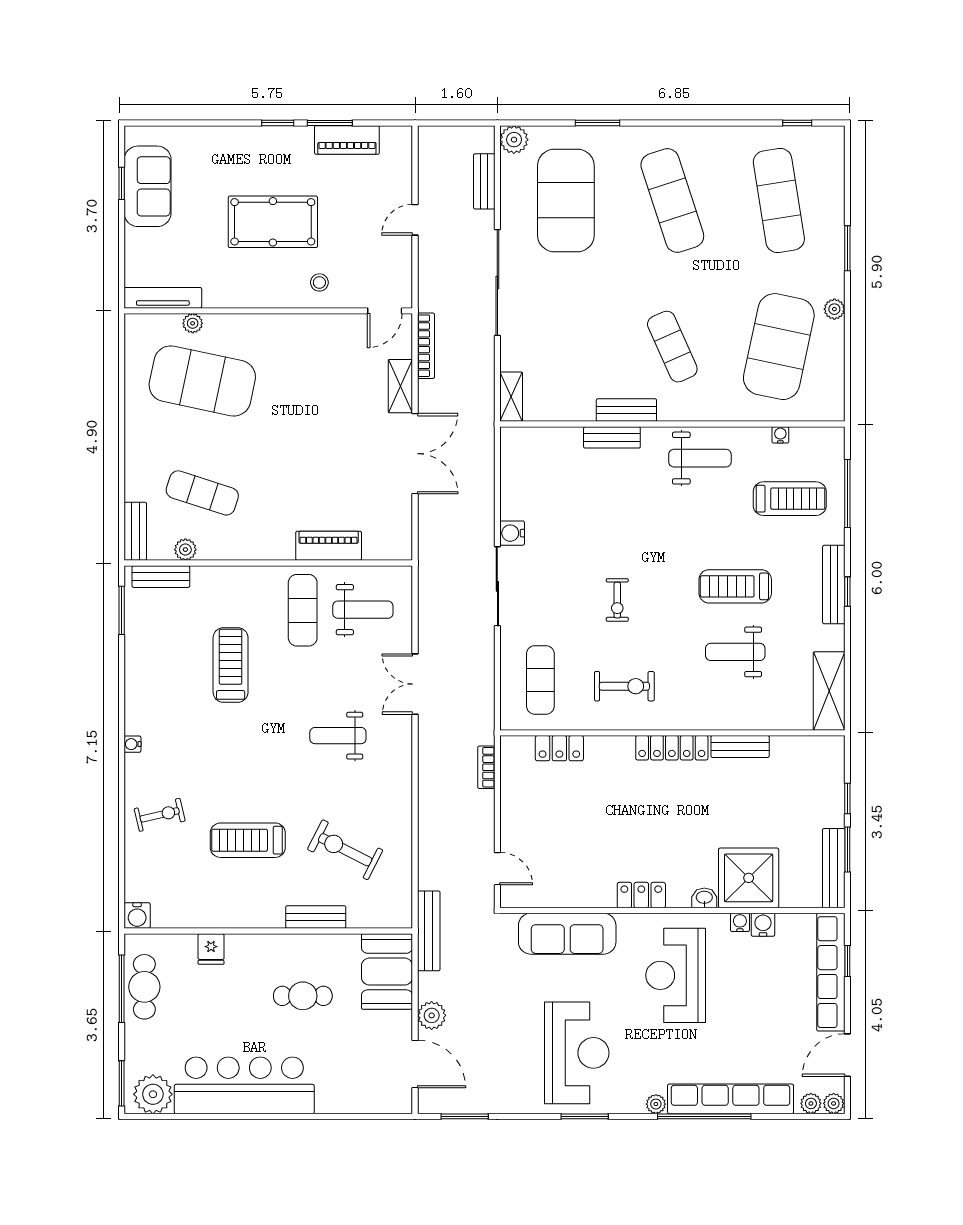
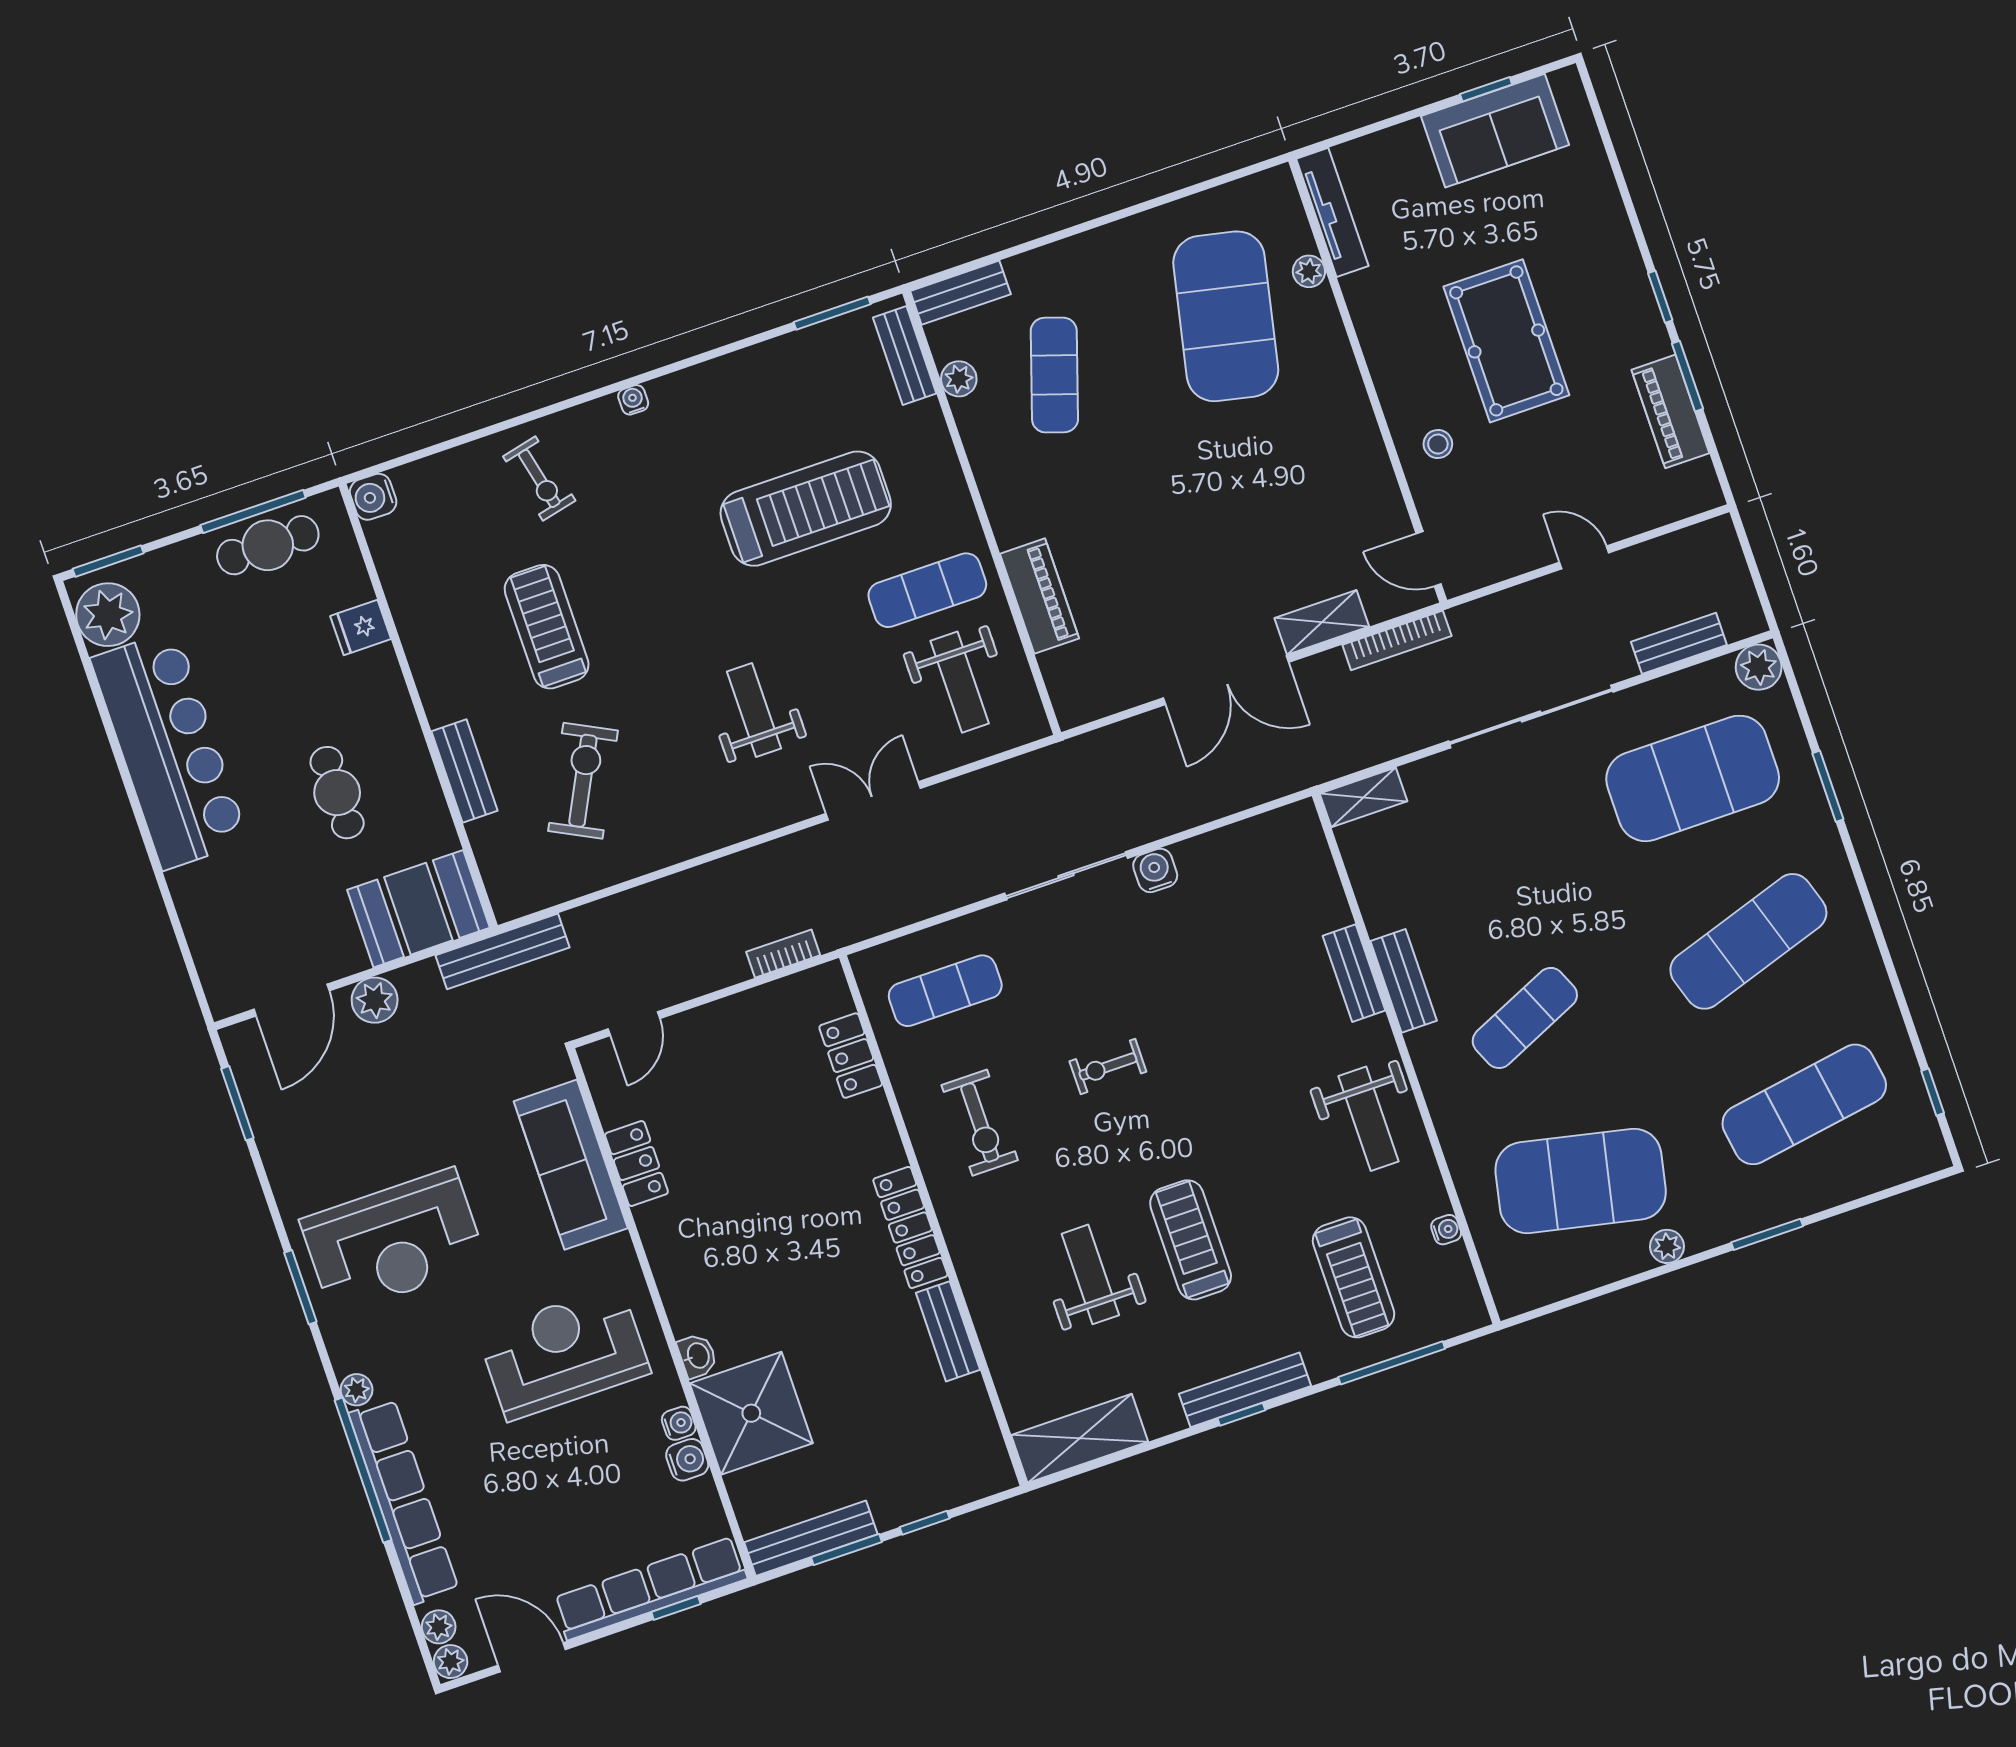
treadmill: (231, 665) -> (806, 509), width x1.37, depth x1.38
locker: (641, 895) -> (636, 1164), moved

